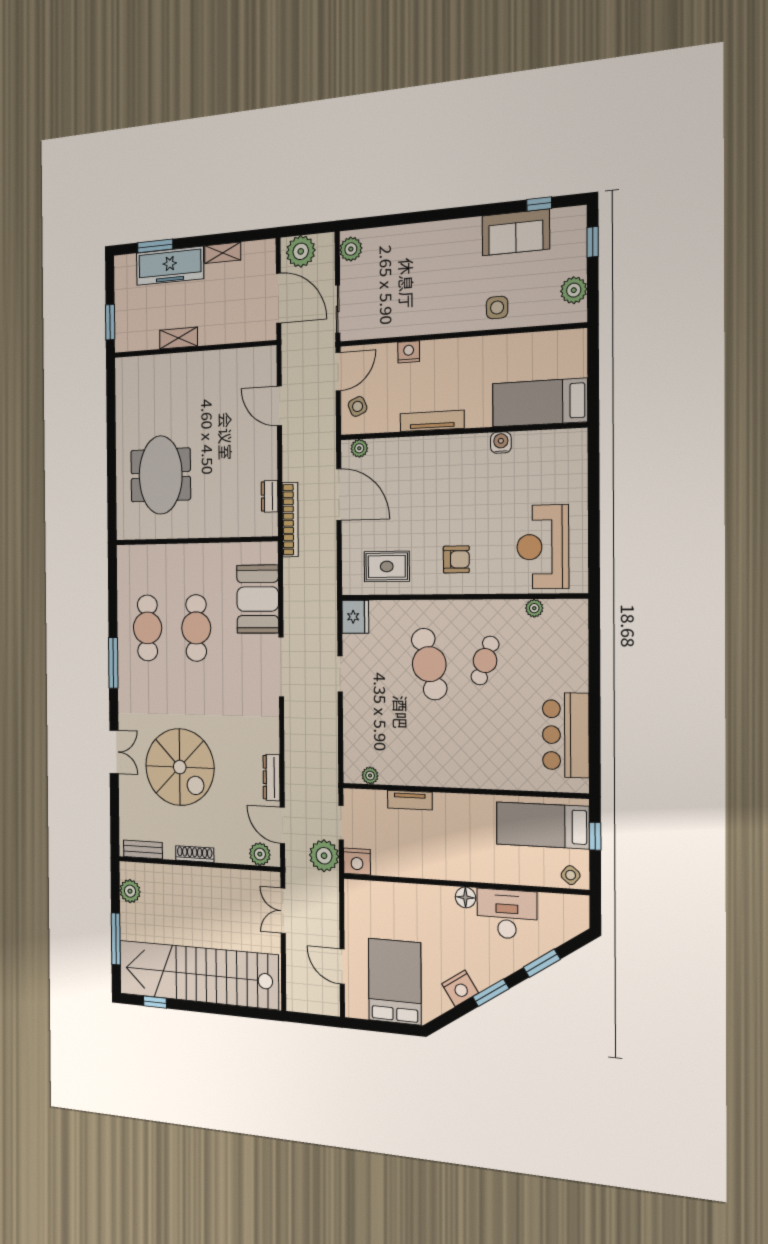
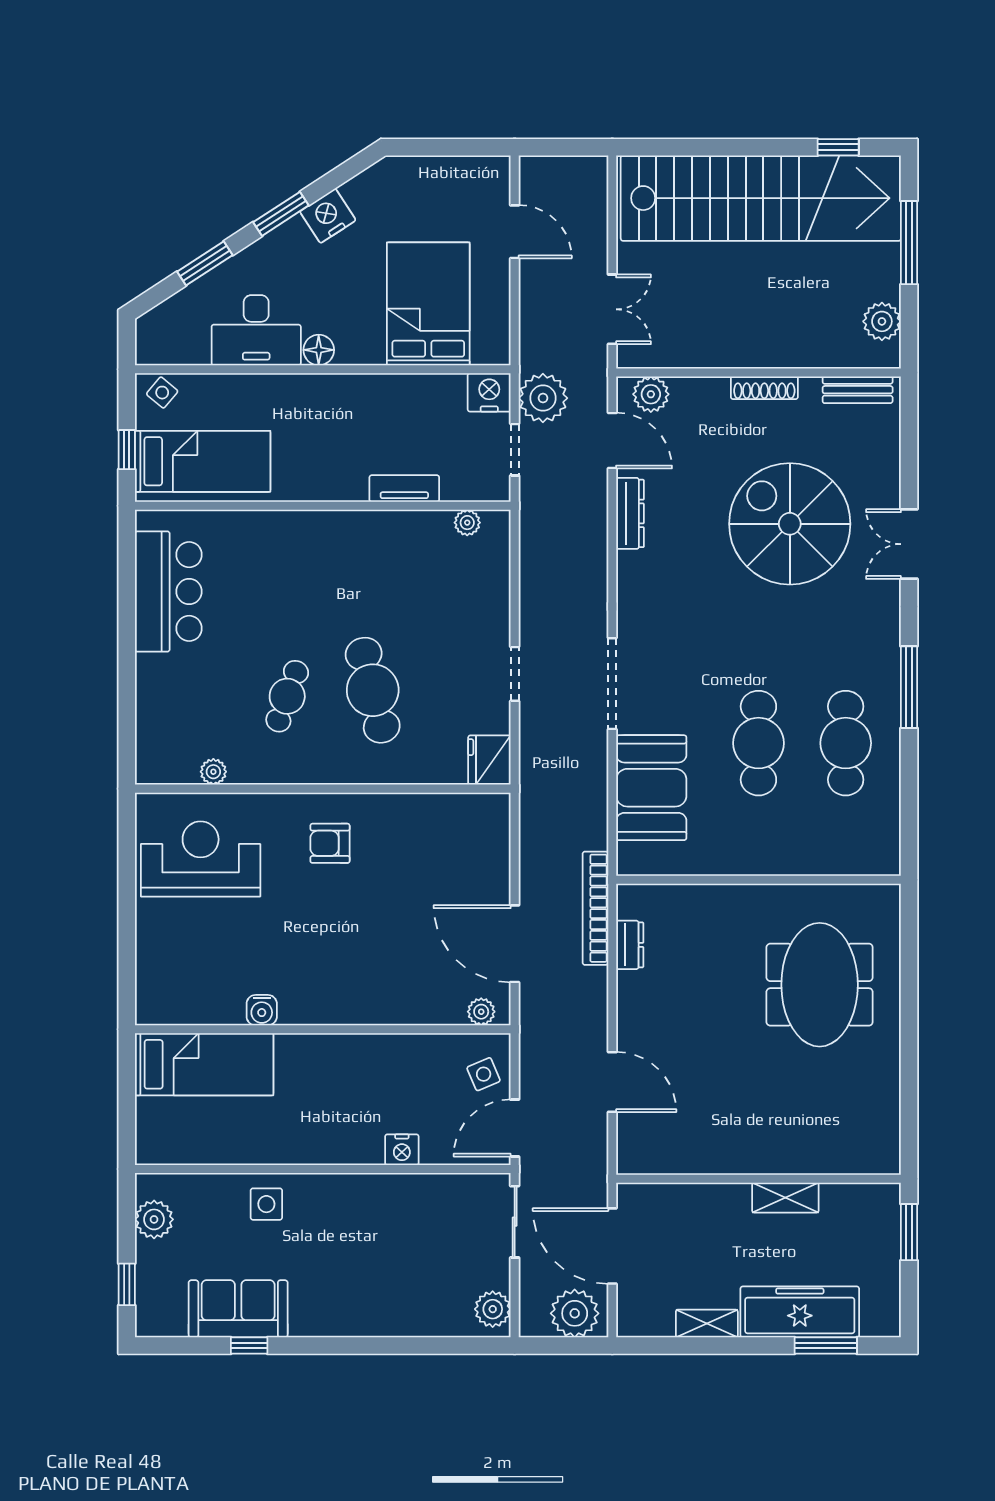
window: (539, 204) -> (249, 1346), moved
tv unit: (432, 421) -> (366, 1046), removed
reception desk: (543, 547) -> (201, 859), turned -90
rug: (387, 566) -> (438, 835), removed
bed: (395, 982) -> (428, 304), moved, turned 180

